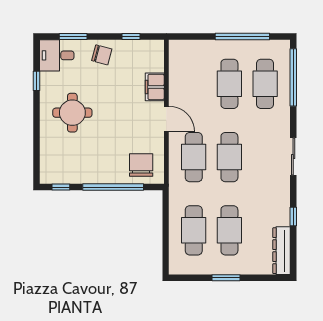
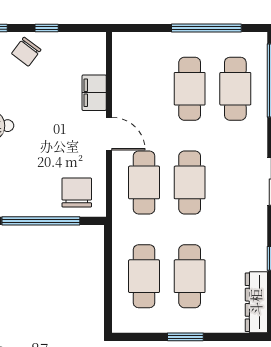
window: (131, 36) -> (47, 28), moved
chair: (102, 55) -> (26, 52), turned 112

